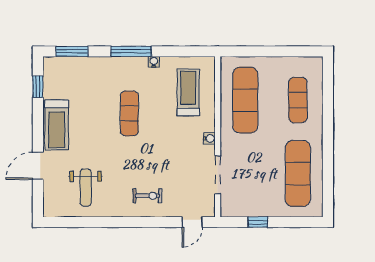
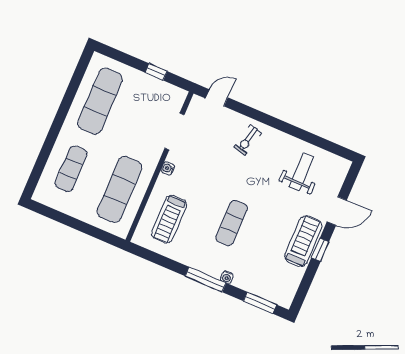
water cooler: (154, 62) -> (227, 277), moved
window: (38, 87) -> (320, 250), moved
exercise bike: (147, 196) -> (248, 140), turned -77

